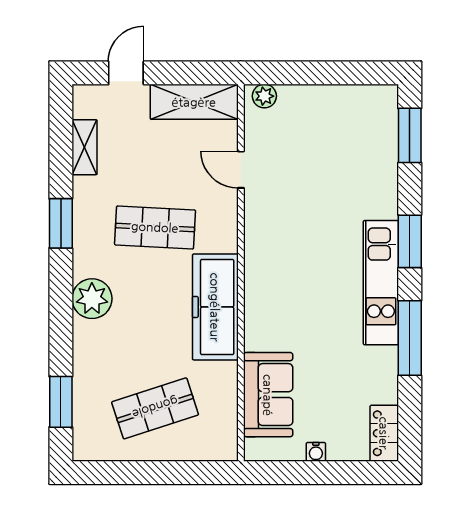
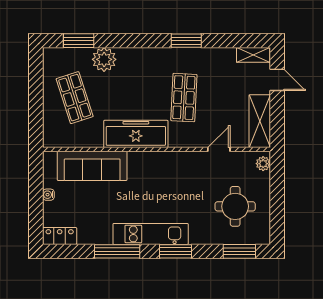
round table: (335, 143) -> (235, 206), added
shelving: (84, 147) -> (253, 55), moved
plant: (92, 299) -> (104, 59), moved
sofa: (268, 395) -> (92, 166), width x1.36

